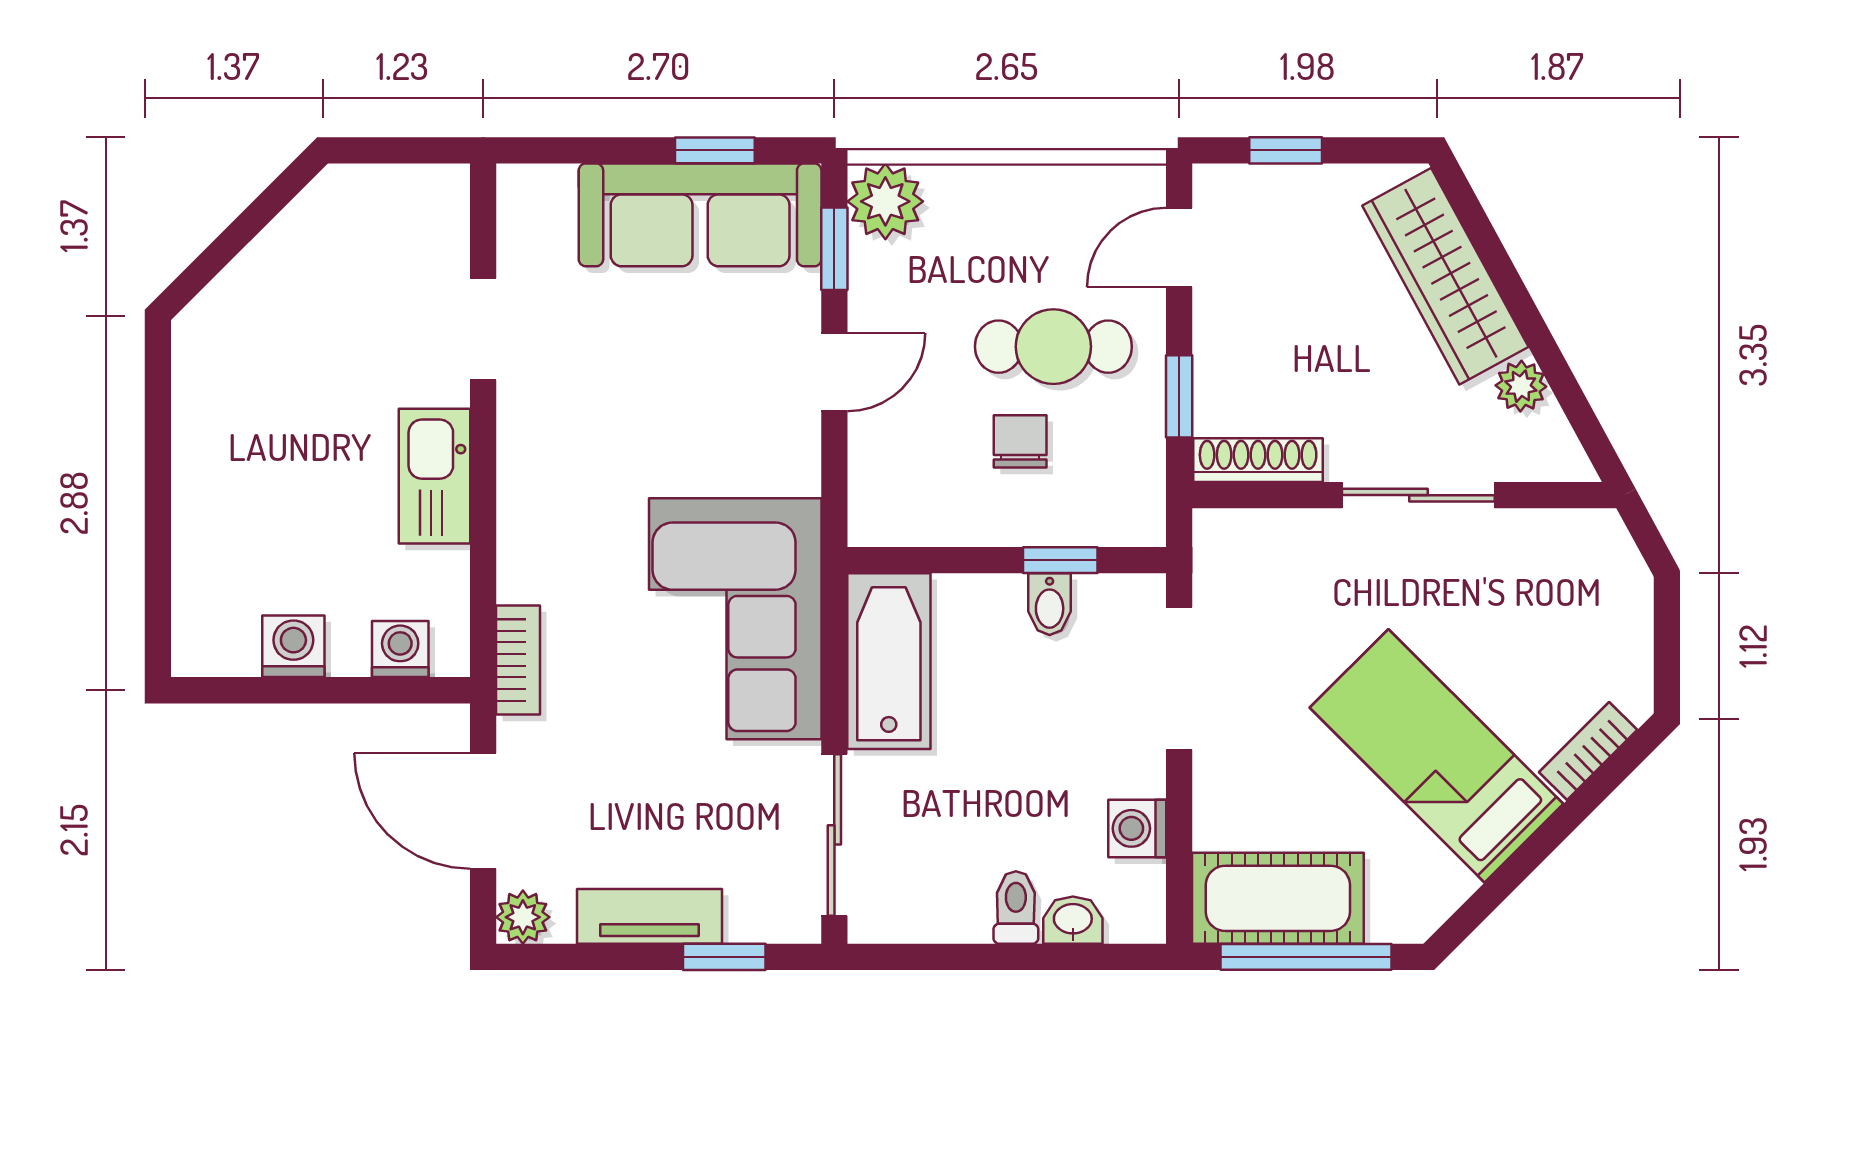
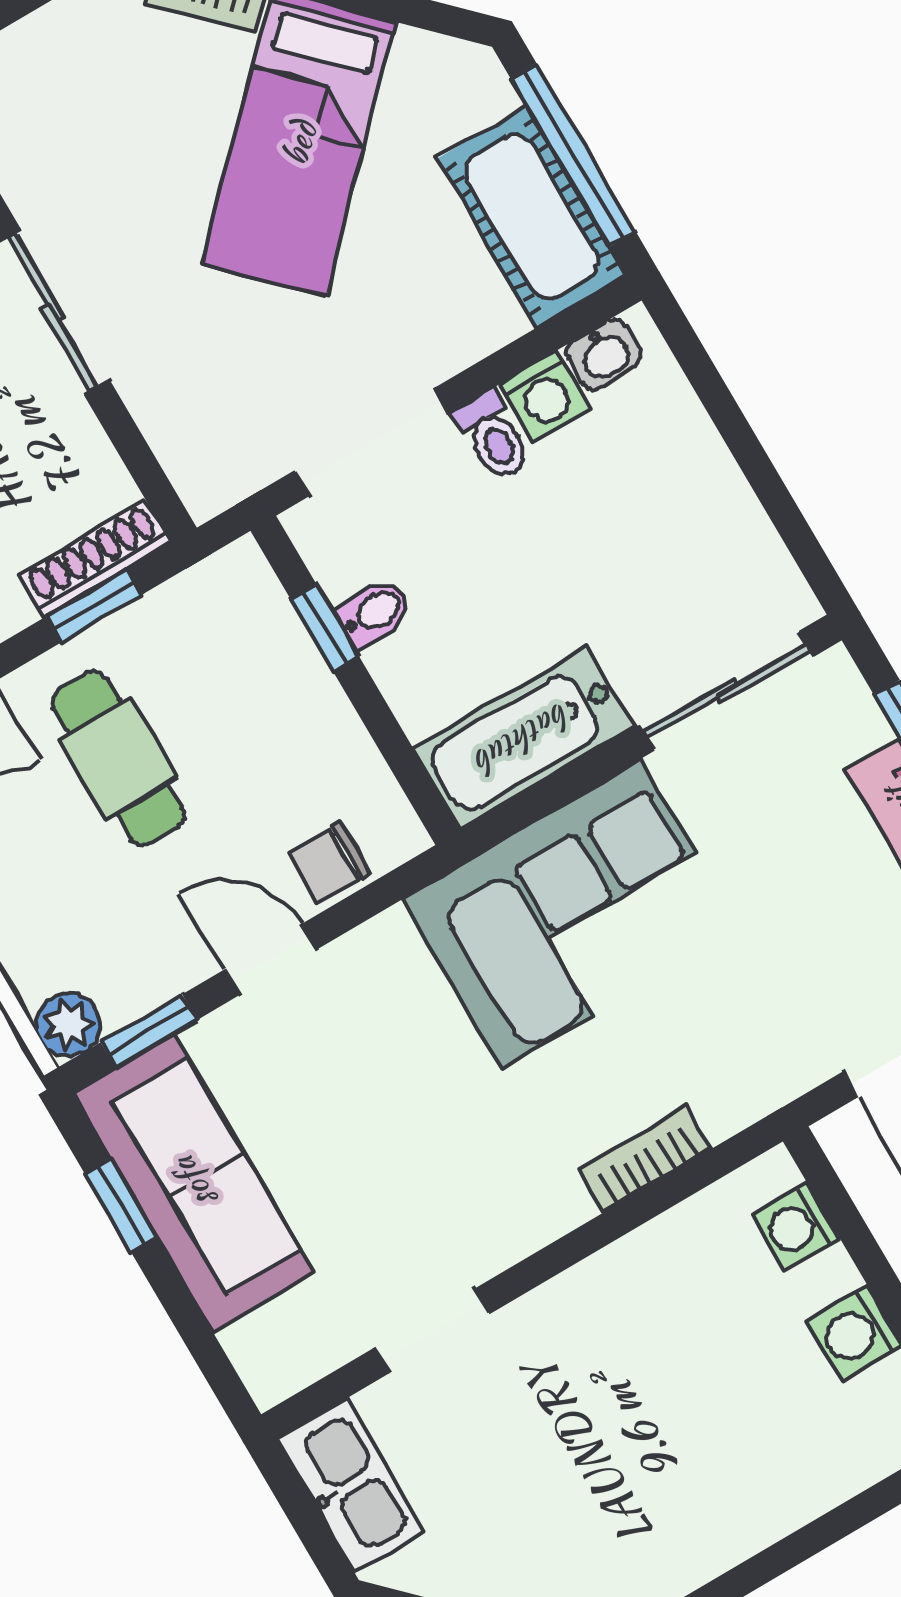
plant: (885, 201) -> (68, 1025), width x0.73, depth x0.73
chair: (1020, 441) -> (329, 863), moved
shoe rack: (1258, 460) -> (95, 559), moved, turned 90
kitchen sink: (434, 476) -> (351, 1486), moved, turned -90
bookcase: (518, 660) -> (645, 1159), moved
toilet: (1016, 908) -> (493, 436), moved, turned -90
washbasin: (1073, 920) -> (604, 354), moved, turned -90

